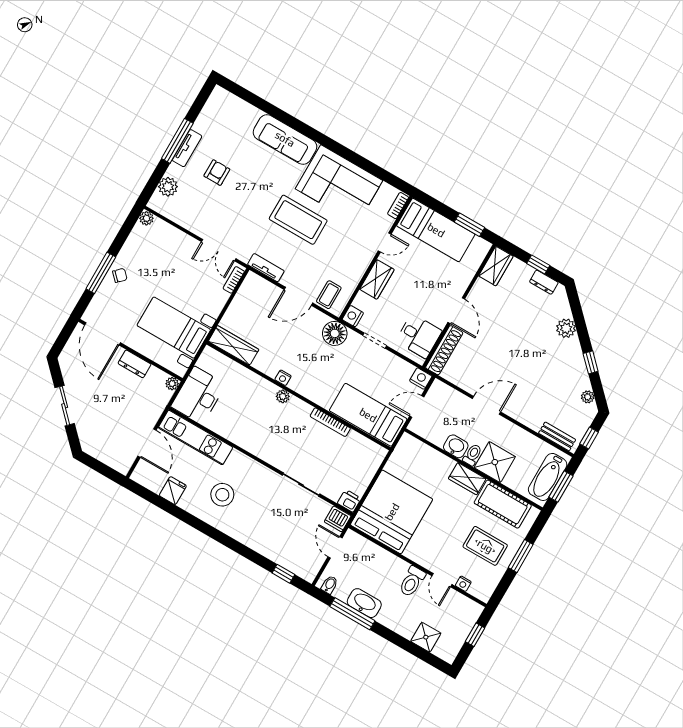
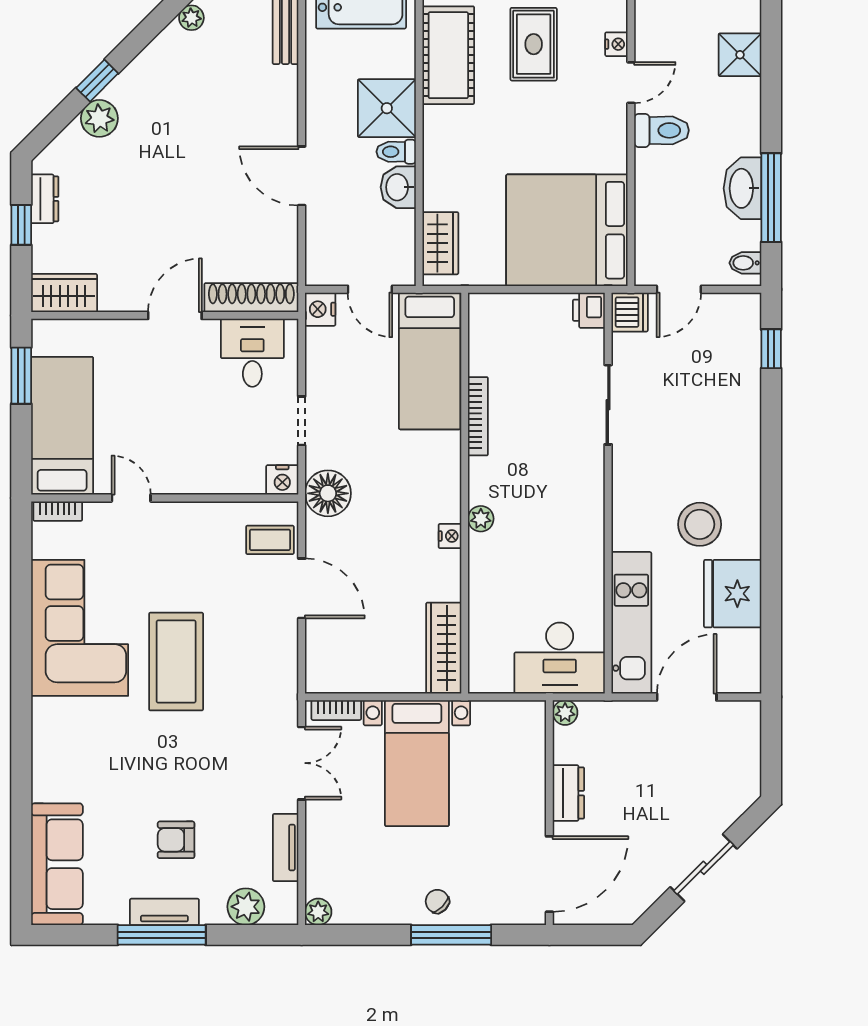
sofa: (285, 139) -> (57, 864), moved
tv unit: (266, 268) -> (286, 848), moved
wardrobe: (377, 279) -> (199, 476), removed
bed with nightstands: (174, 328) -> (417, 763), moved
window: (591, 362) -> (97, 81), moved
wardrobe: (467, 479) -> (440, 243), moved
fridge: (173, 491) -> (733, 594), width x1.88, depth x1.34

